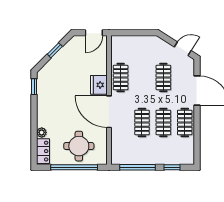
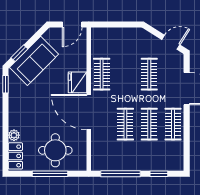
window: (55, 50) -> (19, 53), moved
sofa: (60, 65) -> (34, 61), added
window: (74, 167) -> (50, 174), width x0.68

